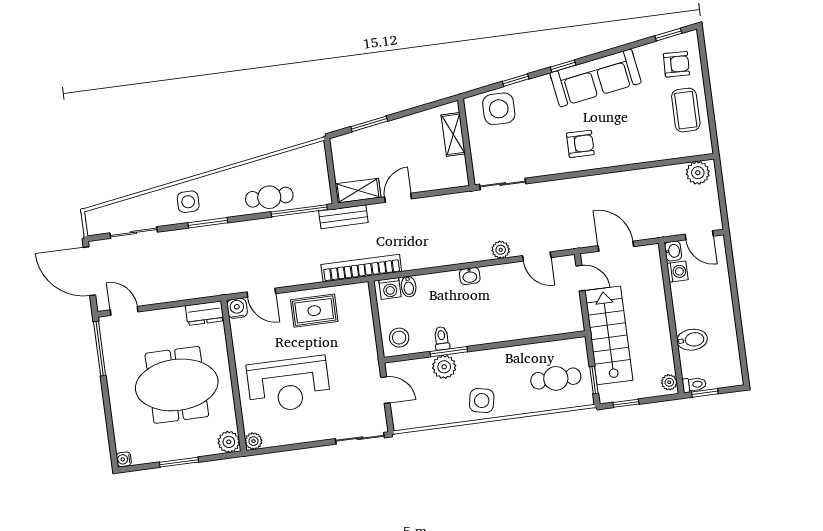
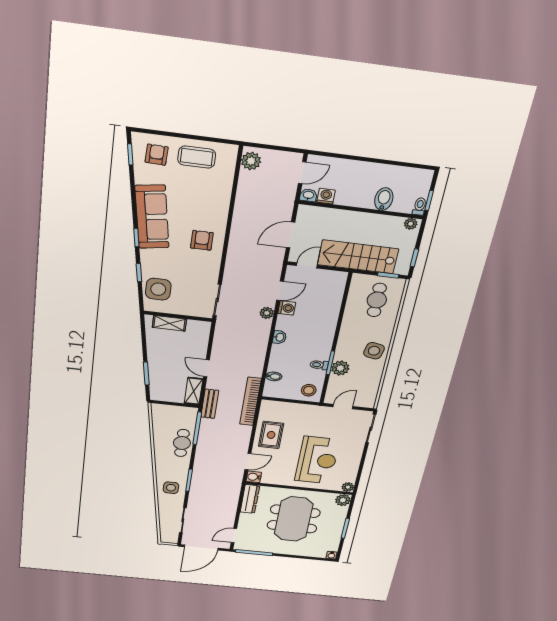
washing machine: (390, 288) -> (287, 308), moved
dresser: (205, 313) -> (250, 499), width x1.44

